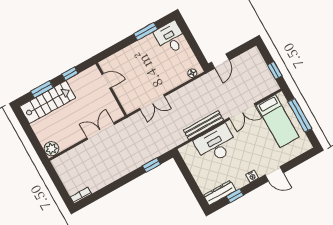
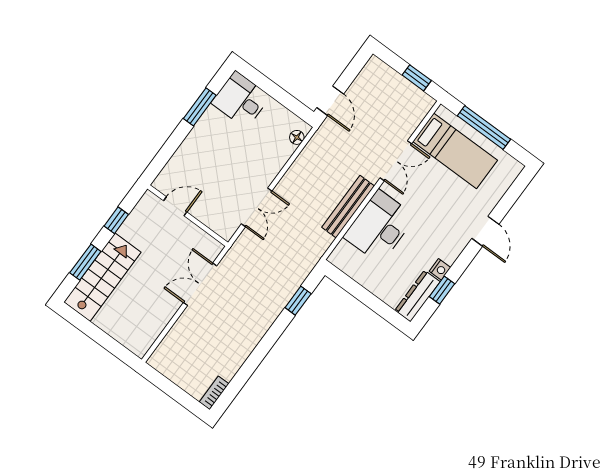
plant: (51, 149) -> (139, 343), removed
door: (274, 174) -> (485, 231), hinge flipped
nightstand: (252, 176) -> (440, 269), moved

